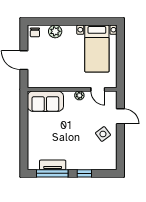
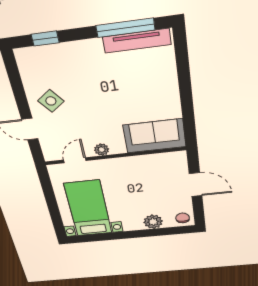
door: (98, 89) -> (75, 160), hinge flipped
tv unit: (53, 165) -> (137, 41), width x1.41
window: (84, 173) -> (45, 39), moved

